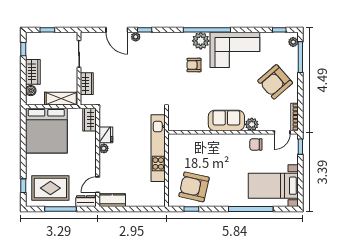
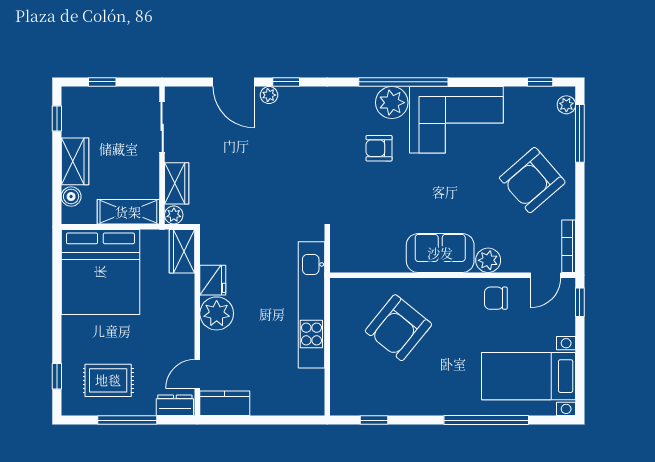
plant: (85, 100) -> (174, 215), added
plant: (104, 148) -> (217, 313), width x1.87, depth x1.87
armchair: (194, 187) -> (398, 328), moved, turned -64
rug: (50, 188) -> (108, 380), width x0.73, depth x0.70

